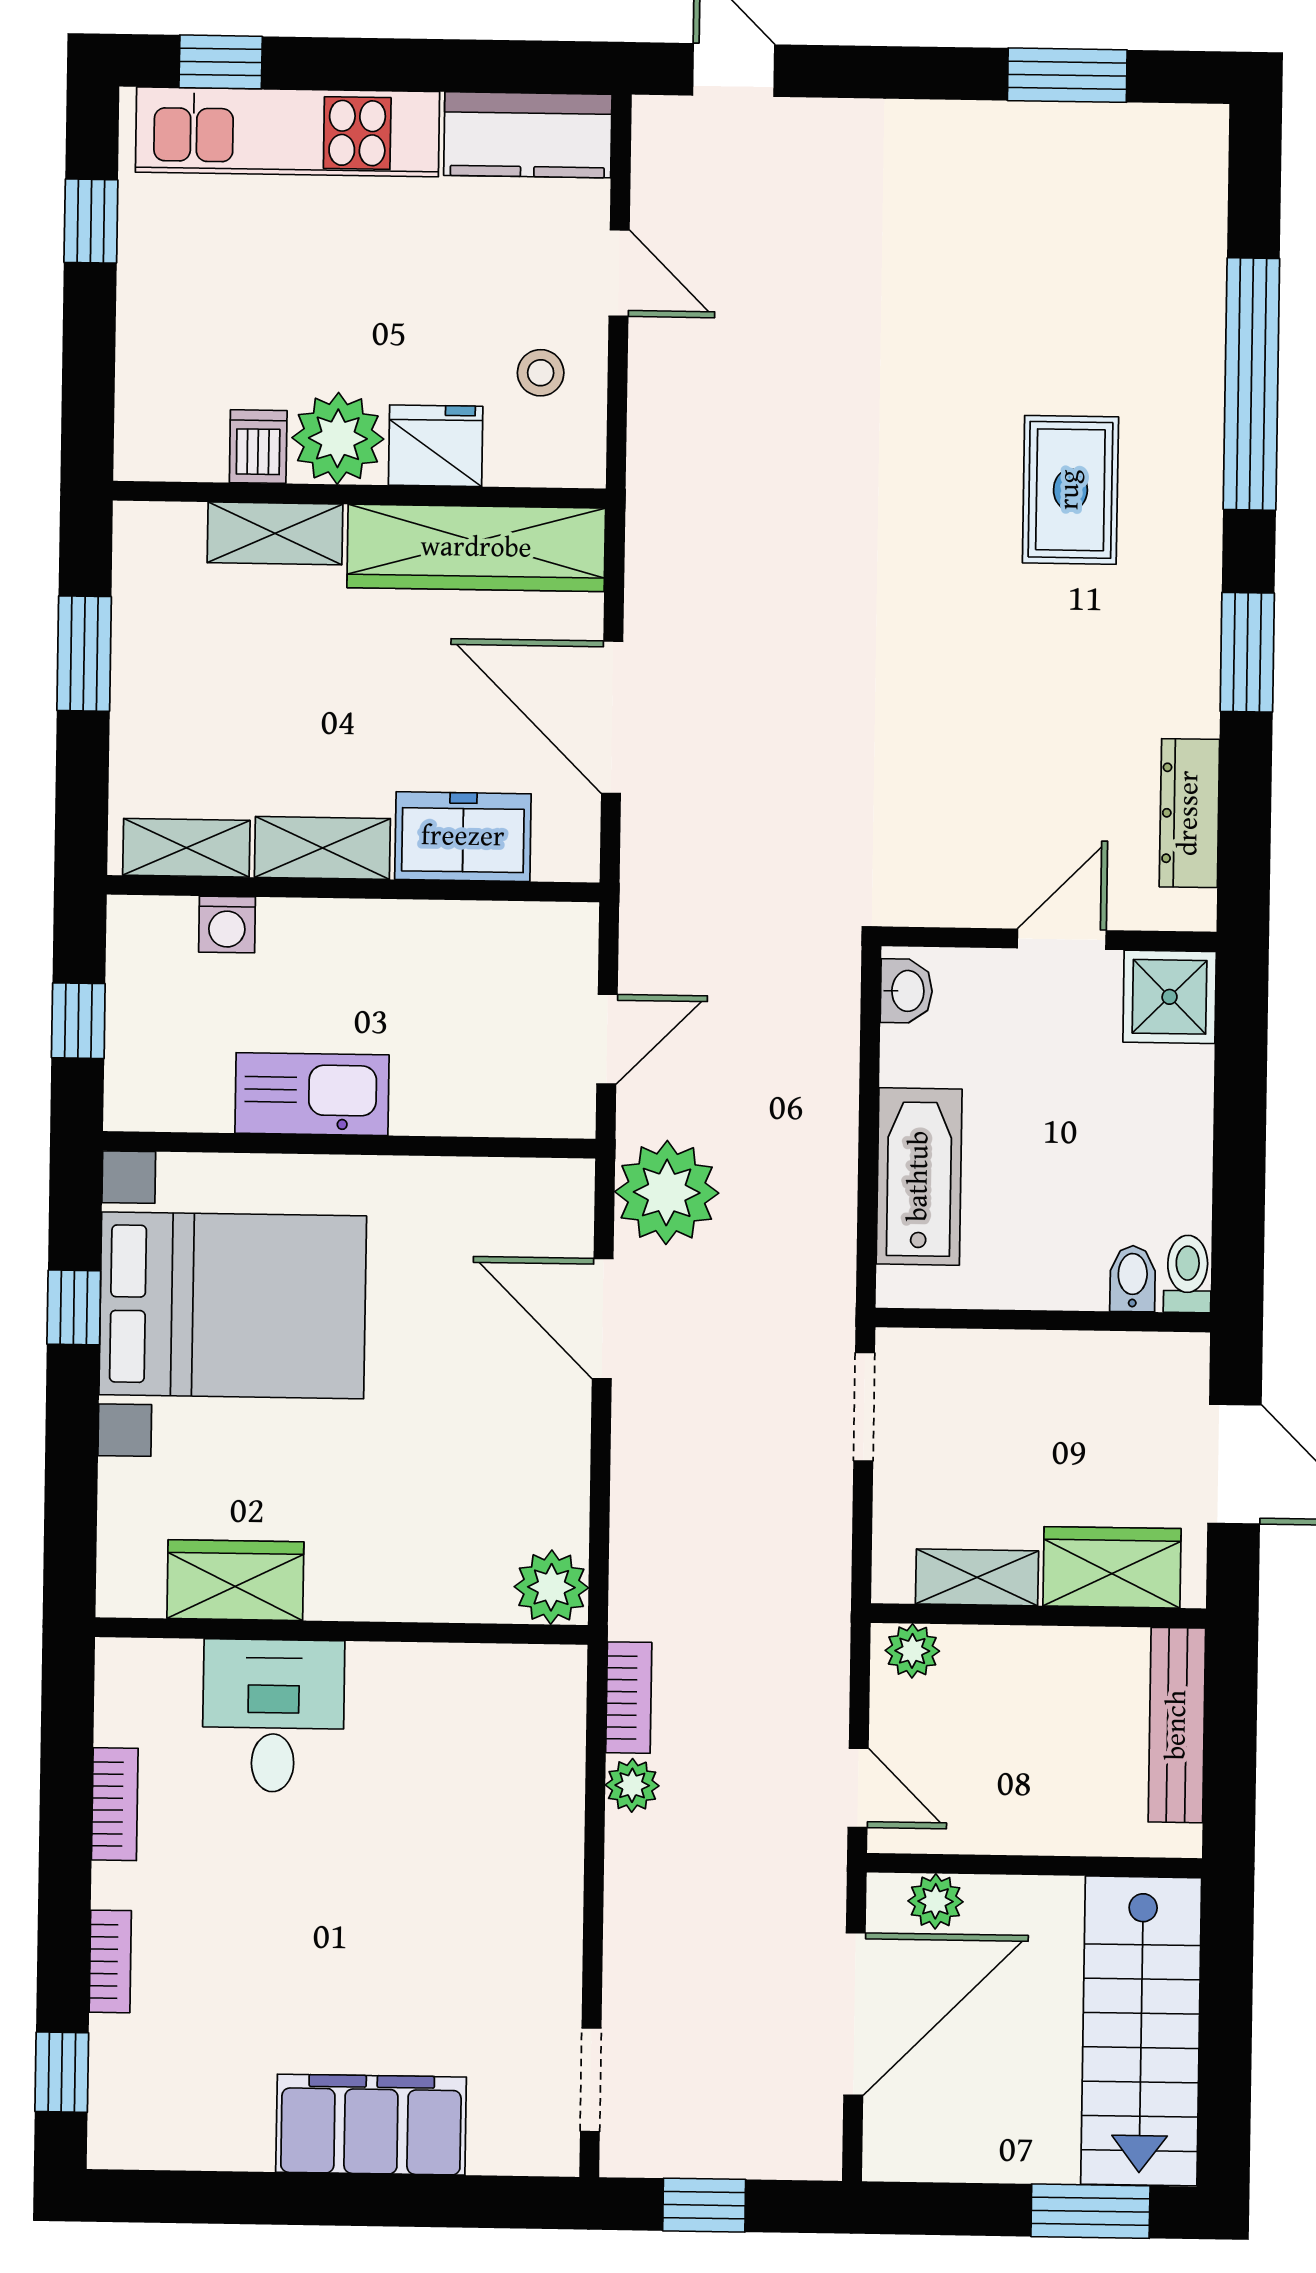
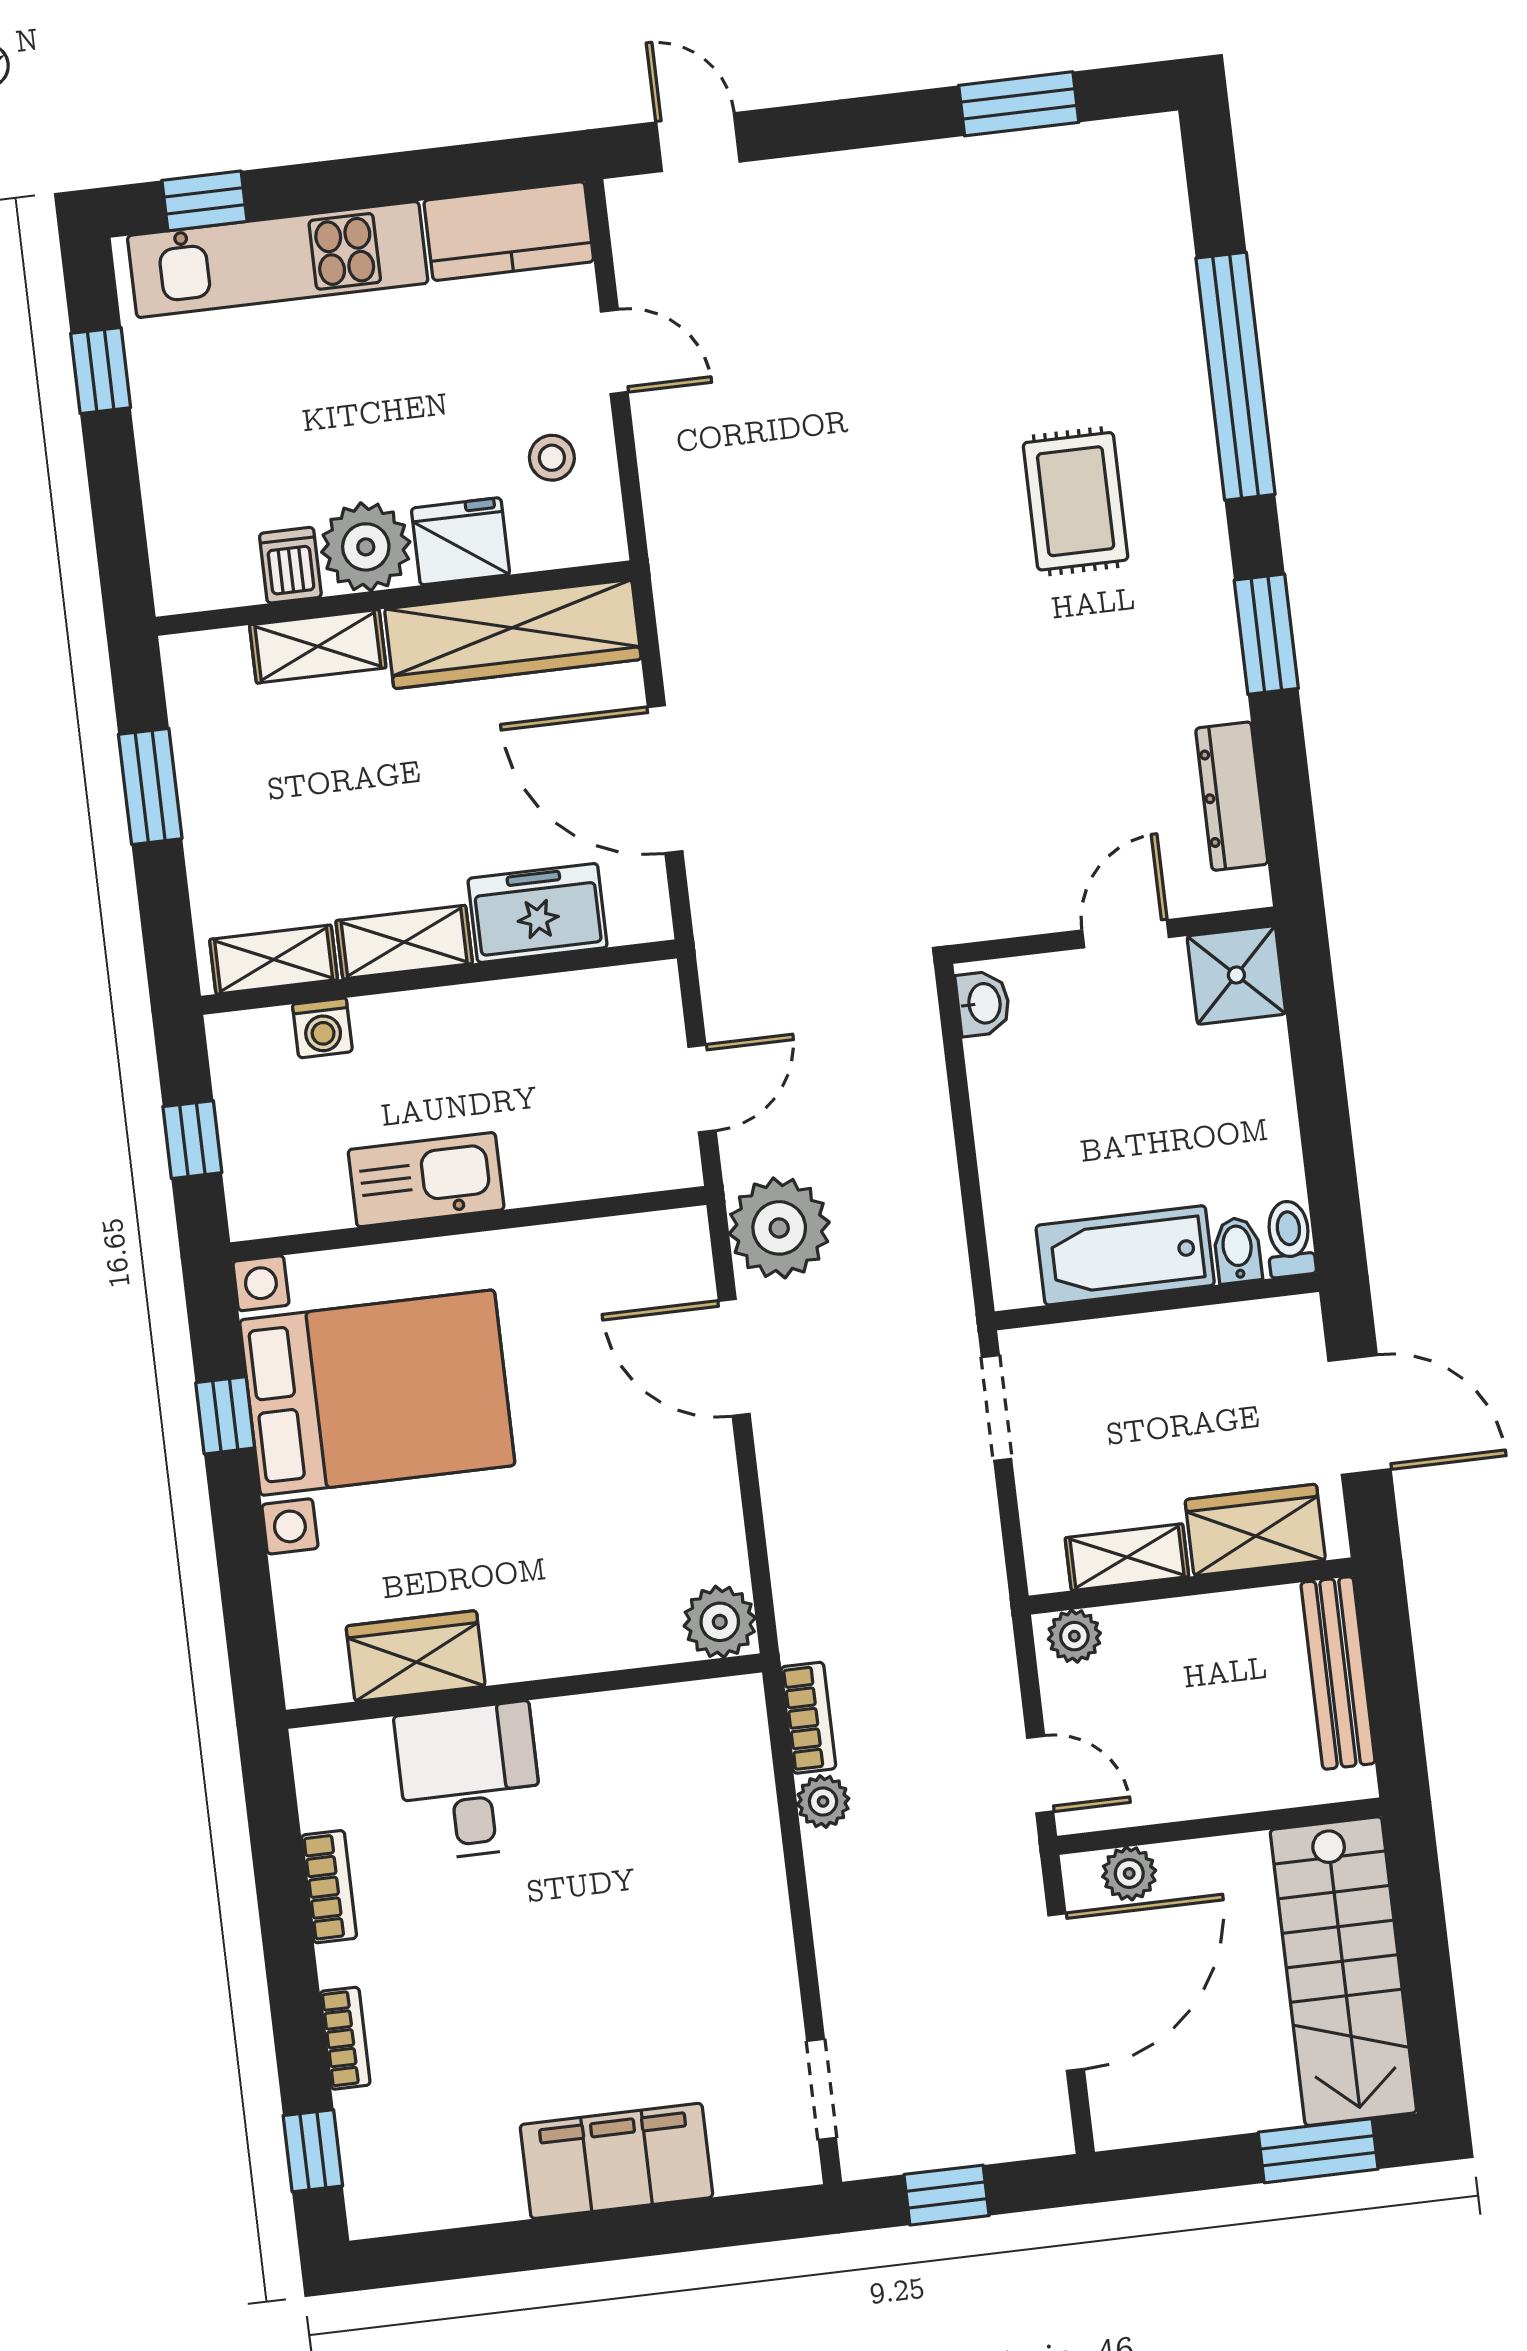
bathtub: (919, 1176) -> (1125, 1255), moved, turned -90

